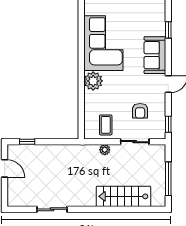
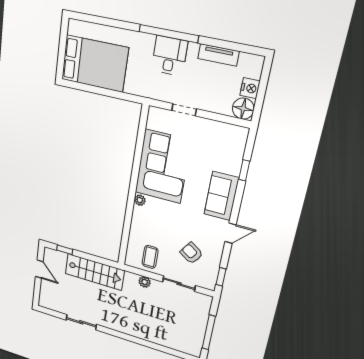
plant: (93, 81) -> (140, 200), width x0.53, depth x0.53
armchair: (140, 111) -> (191, 253), turned 124
stairs: (124, 196) -> (95, 272), moved, turned 180

